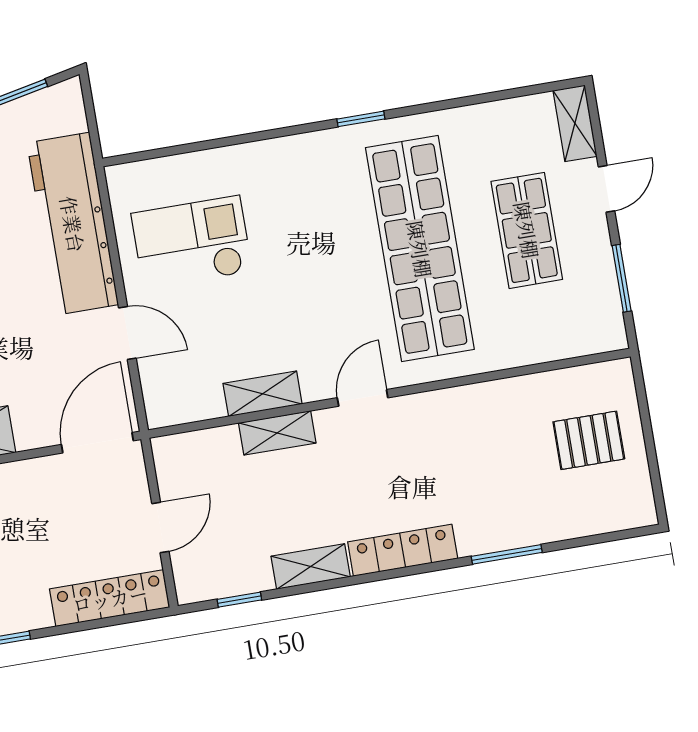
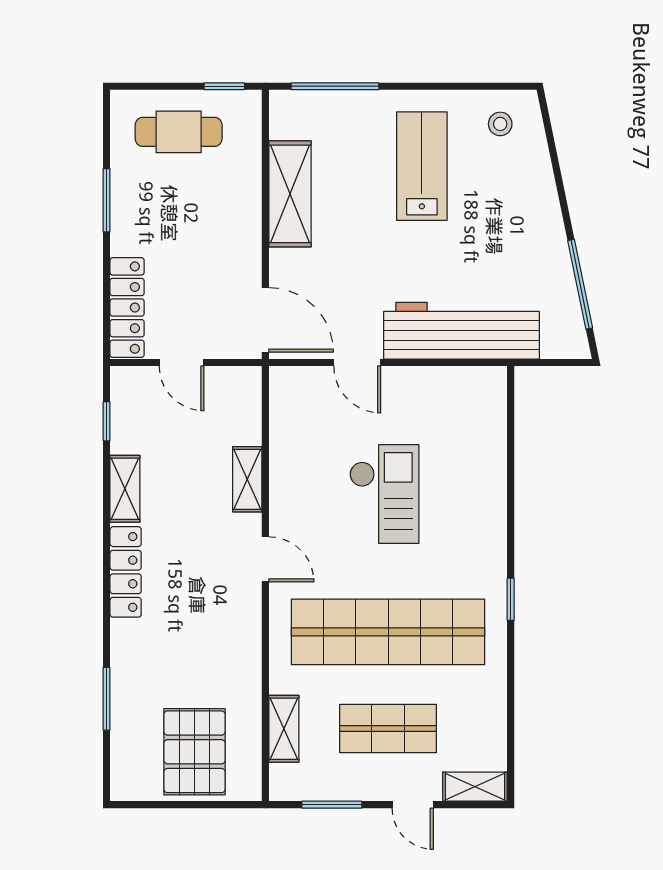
checkout: (192, 242) -> (384, 494), moved
door: (127, 333) -> (357, 363), hinge flipped
shelving: (263, 394) -> (284, 729), moved
pallet: (589, 440) -> (194, 752), width x1.50, depth x1.42
window: (507, 554) -> (107, 699), moved

